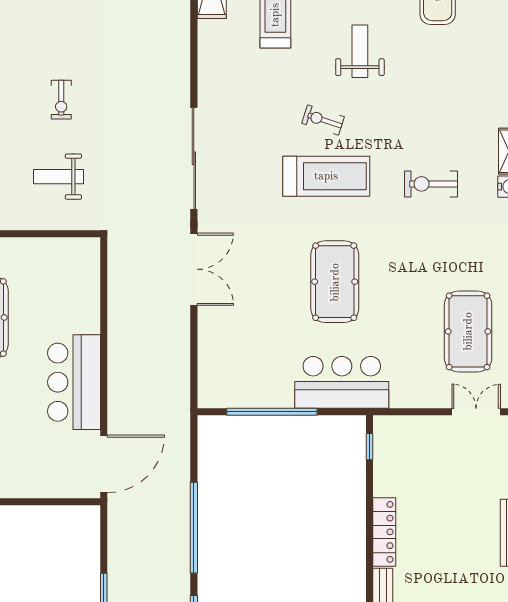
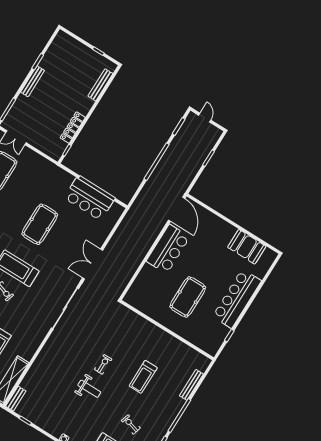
weight bench: (58, 177) -> (89, 389), moved
bar counter: (342, 382) -> (89, 199), moved
door: (104, 464) -> (177, 209), swing flipped
locker: (384, 532) -> (73, 128), moved

